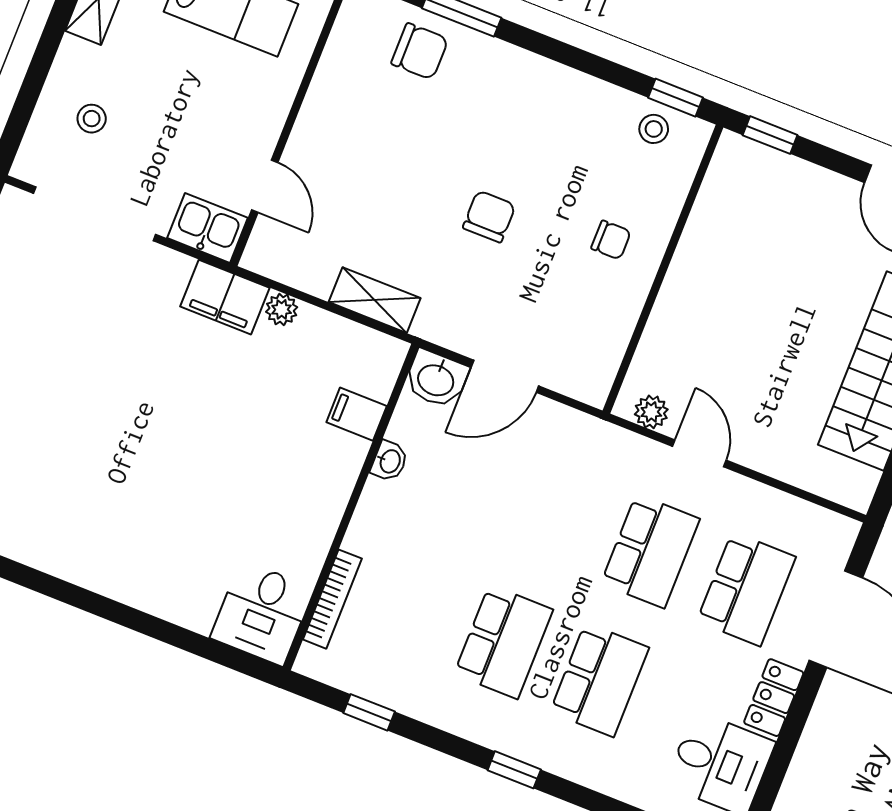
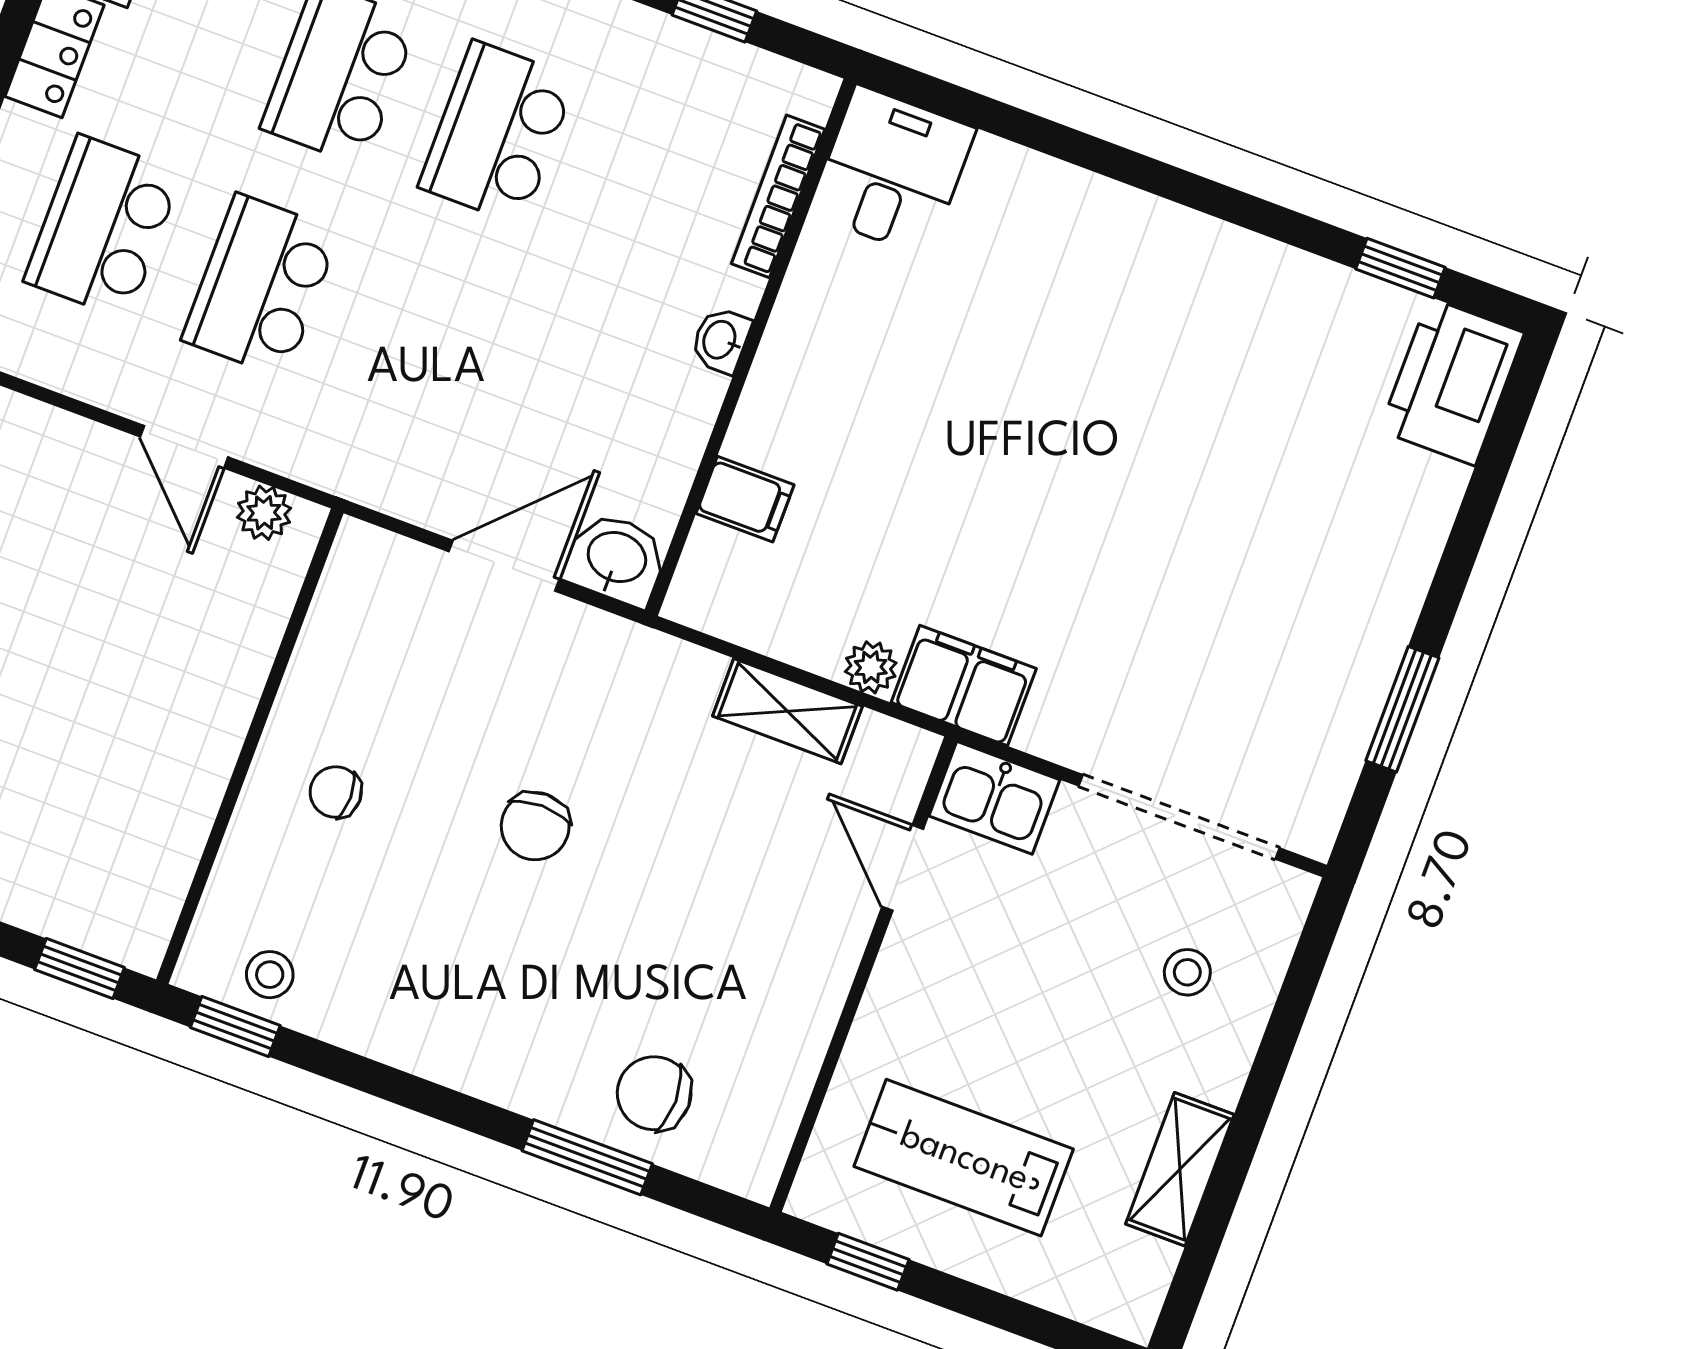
shelving: (375, 300) -> (787, 711), moved
washbasin: (389, 461) -> (721, 340), moved

